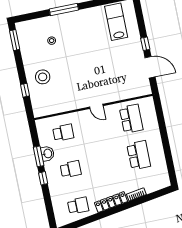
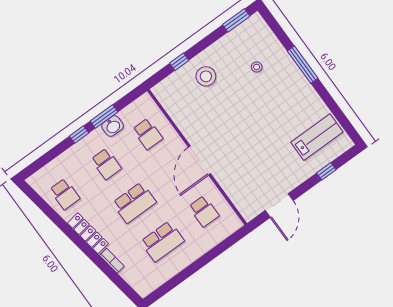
window: (145, 44) -> (326, 171), moved
door: (96, 106) -> (199, 160), width x1.88
school desk: (131, 119) -> (204, 211), width x0.54
school desk: (105, 162) -> (134, 203), added

